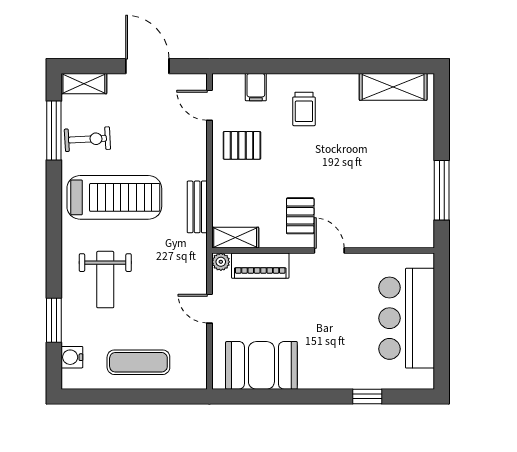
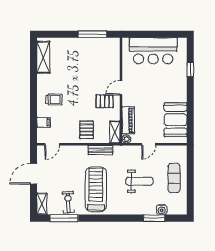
pallet: (242, 145) -> (87, 130), moved
weight bench: (105, 280) -> (139, 181), moved
water cooler: (72, 357) -> (162, 210), moved

